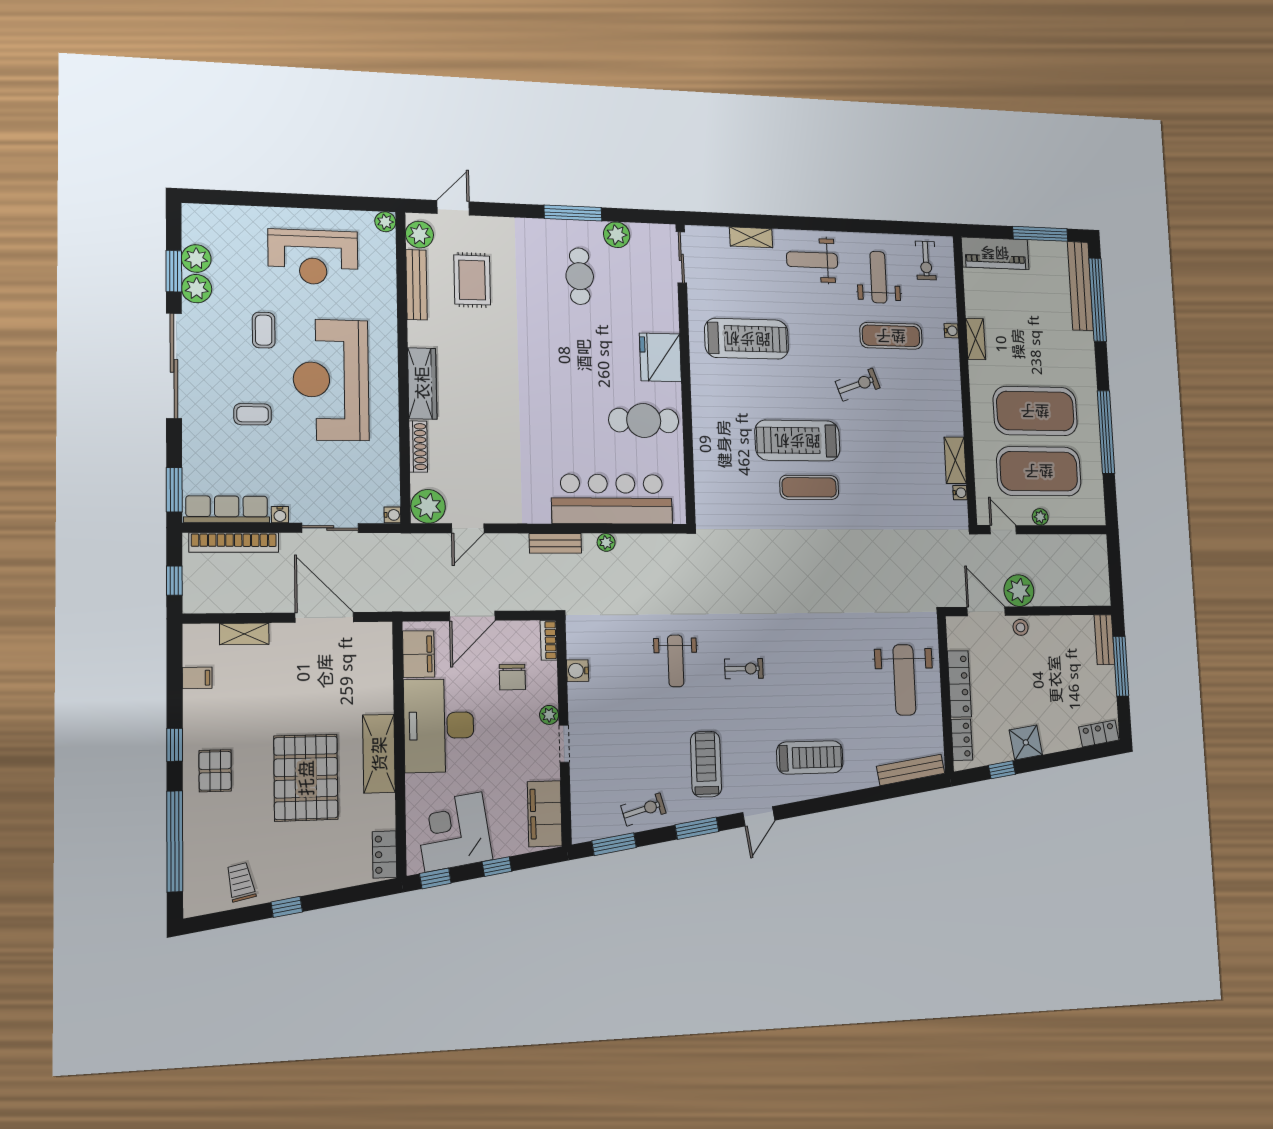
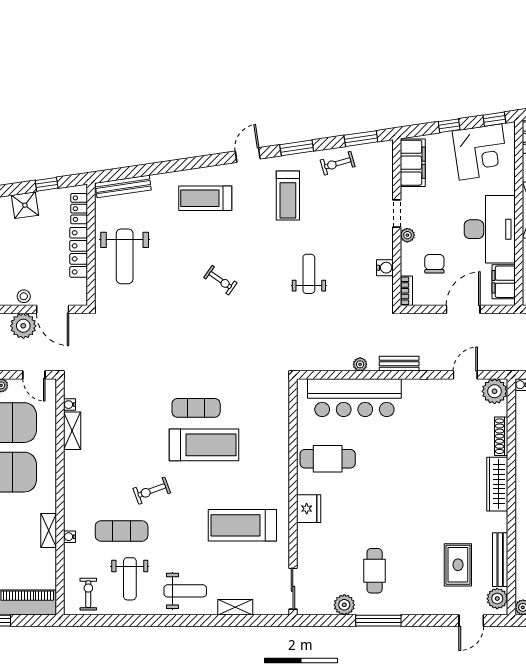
fridge: (660, 357) -> (309, 509), width x0.73, depth x0.75
exercise bike: (744, 669) -> (220, 280), moved, turned -145
weight bench: (904, 680) -> (125, 256), turned 180

